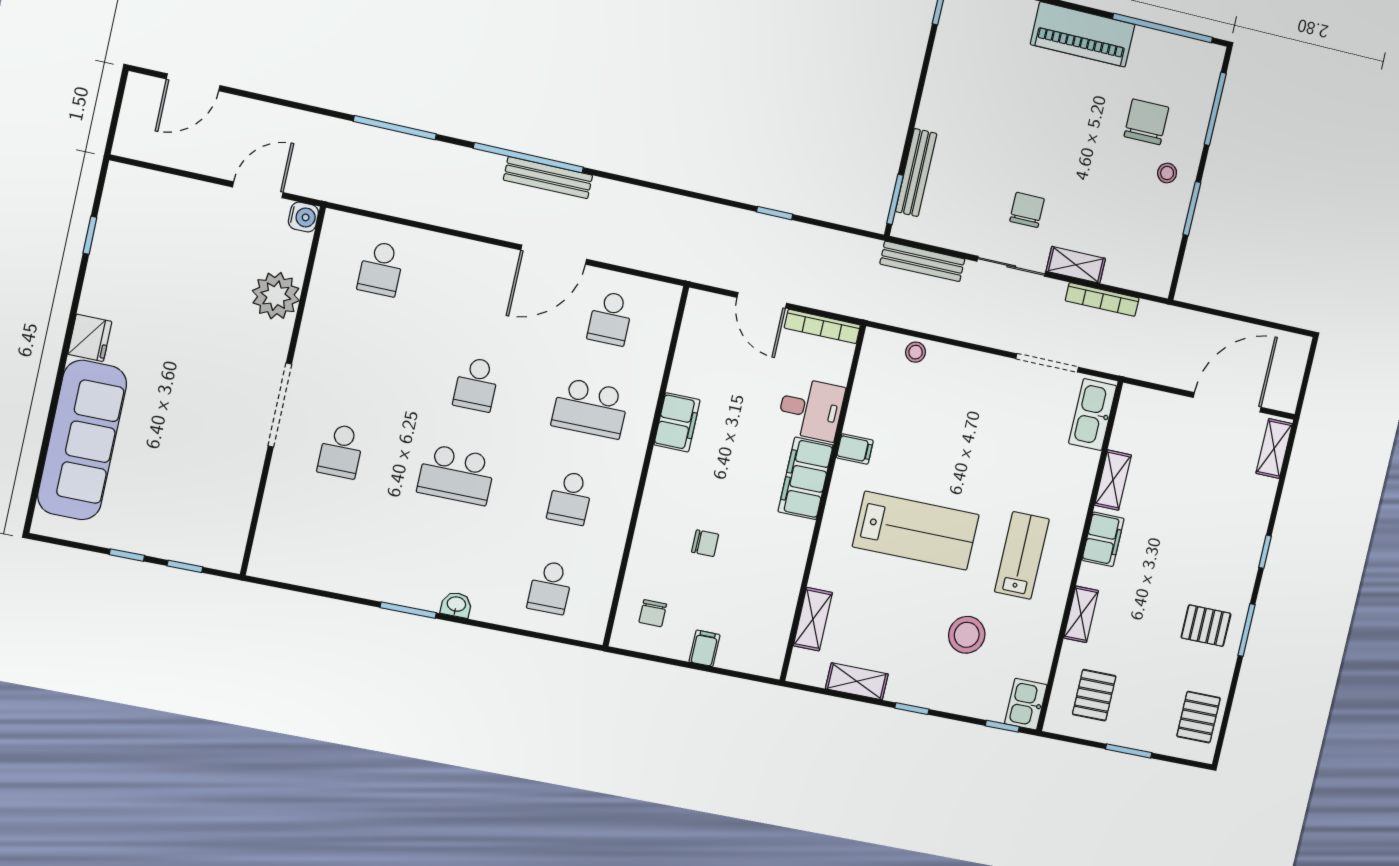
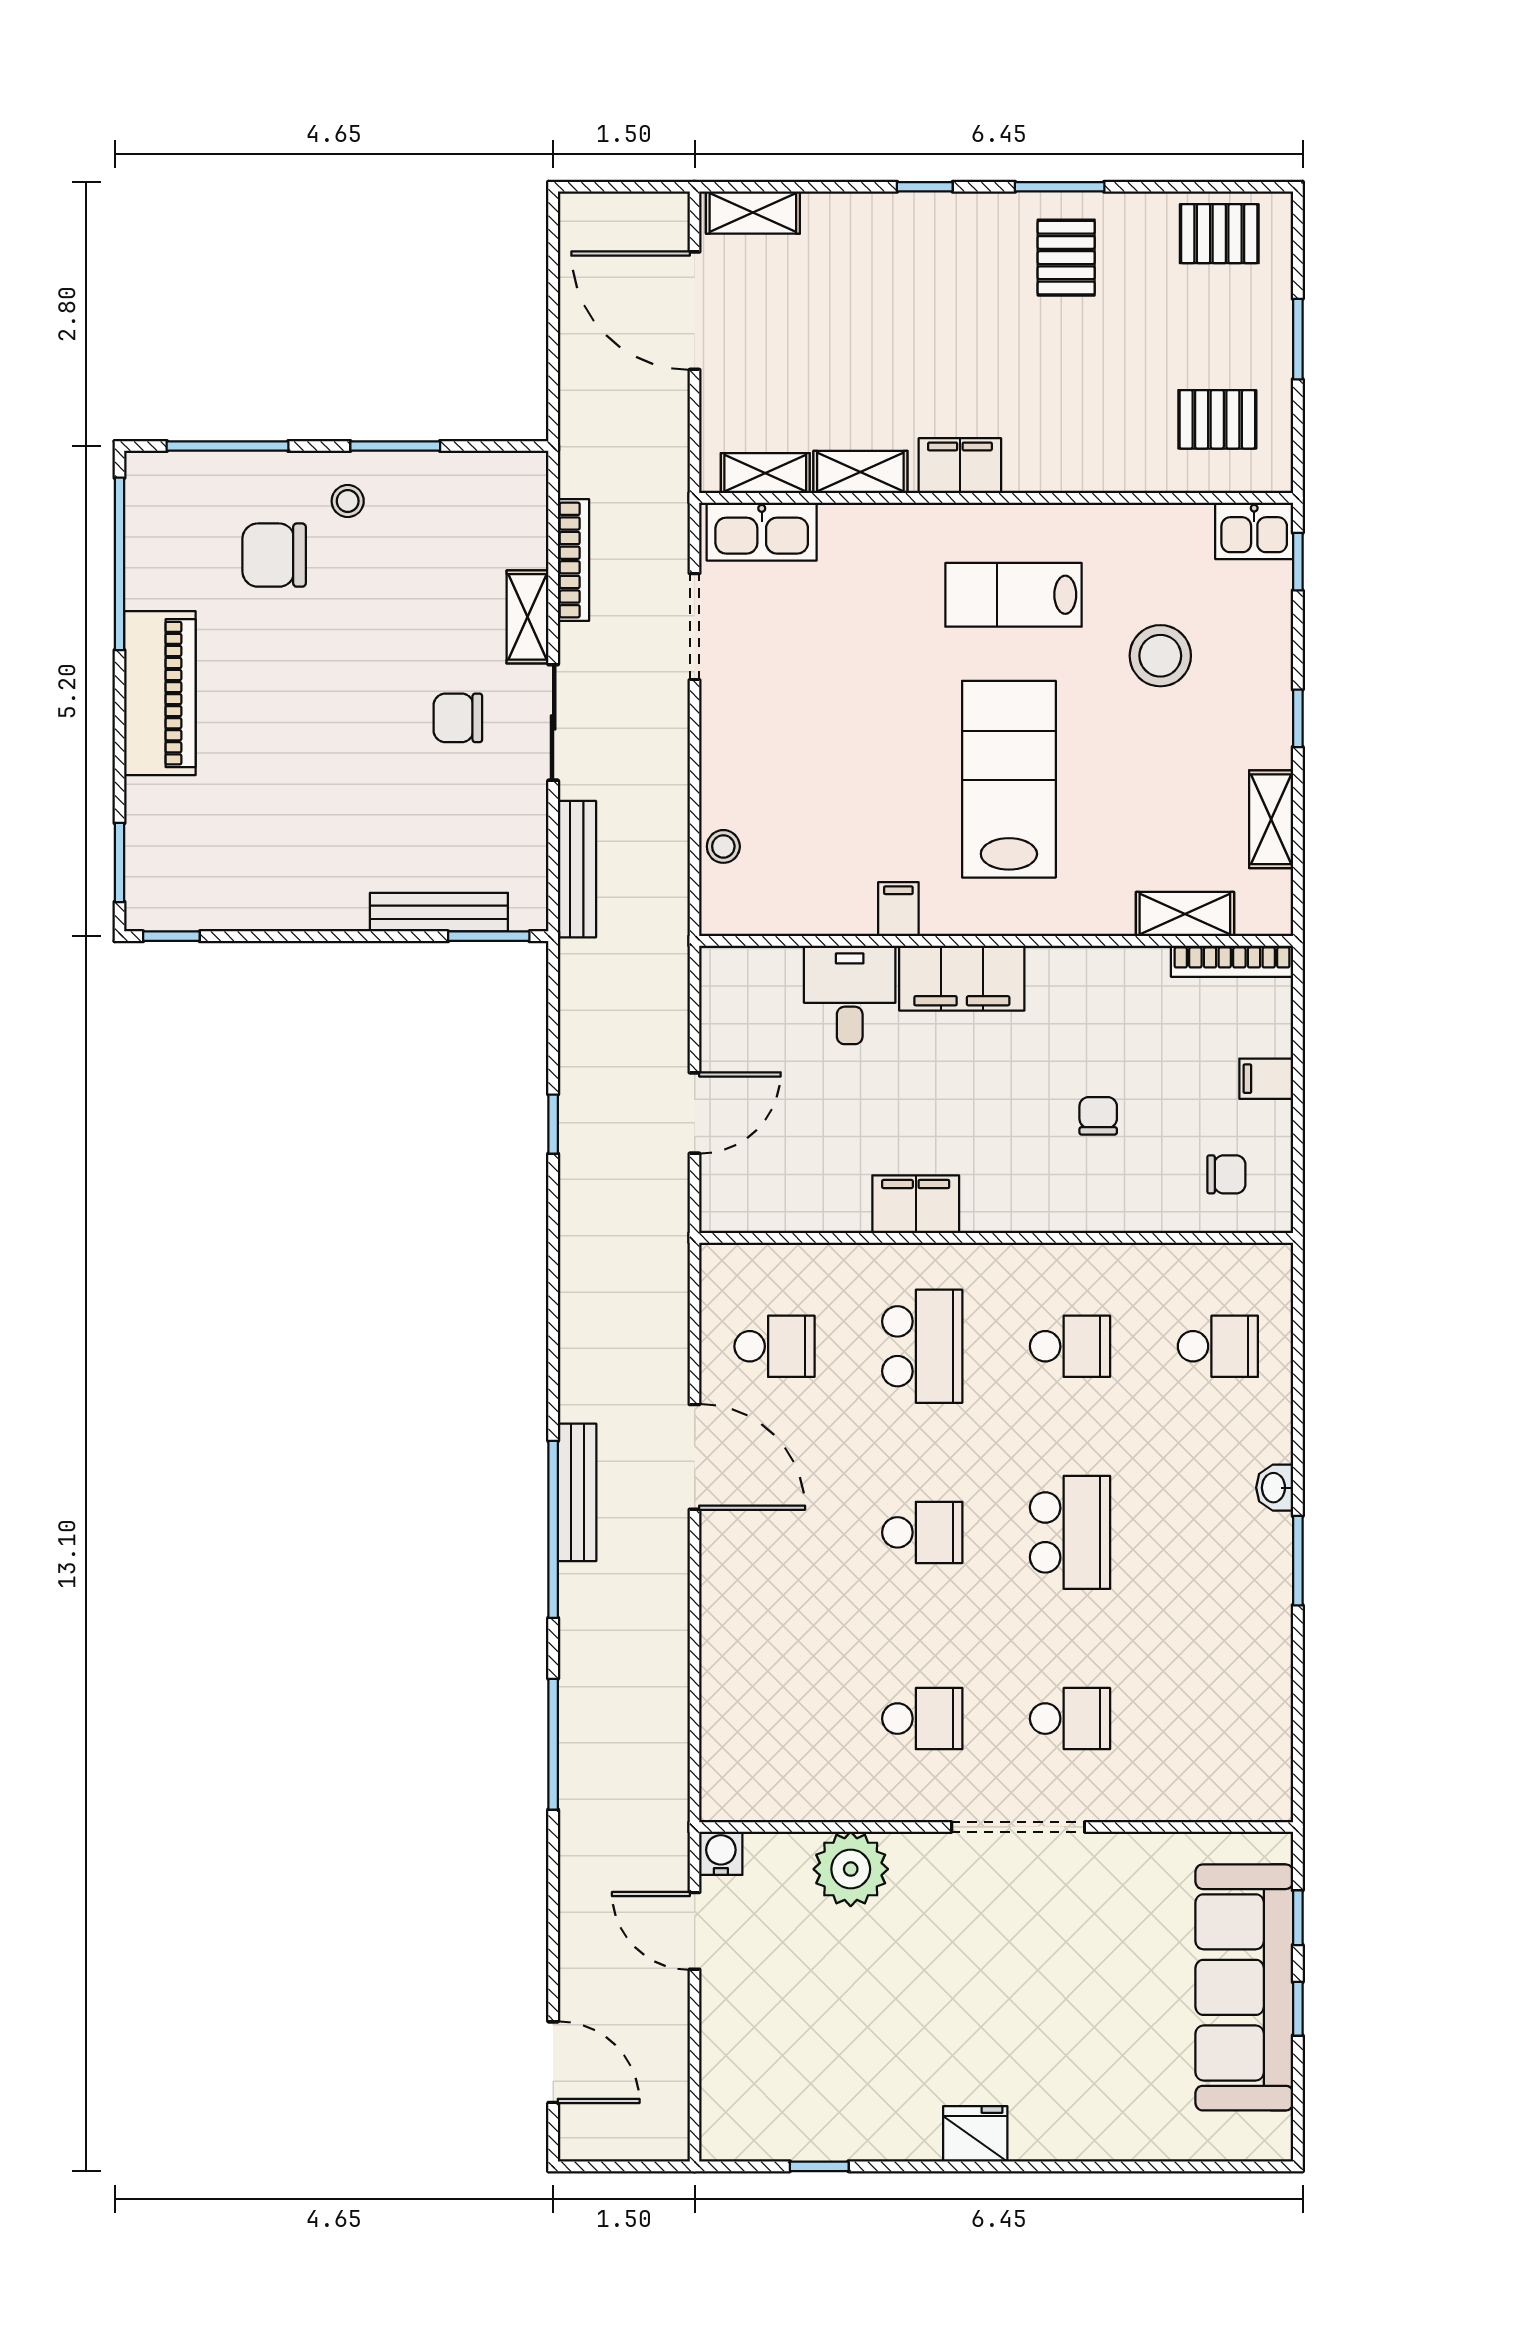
school desk: (381, 269) -> (922, 1719), moved
bookcase: (822, 326) -> (1232, 961), moved, turned 90
sofa: (82, 440) -> (1244, 1987), moved, turned -90
shelving: (1081, 614) -> (765, 473), moved

